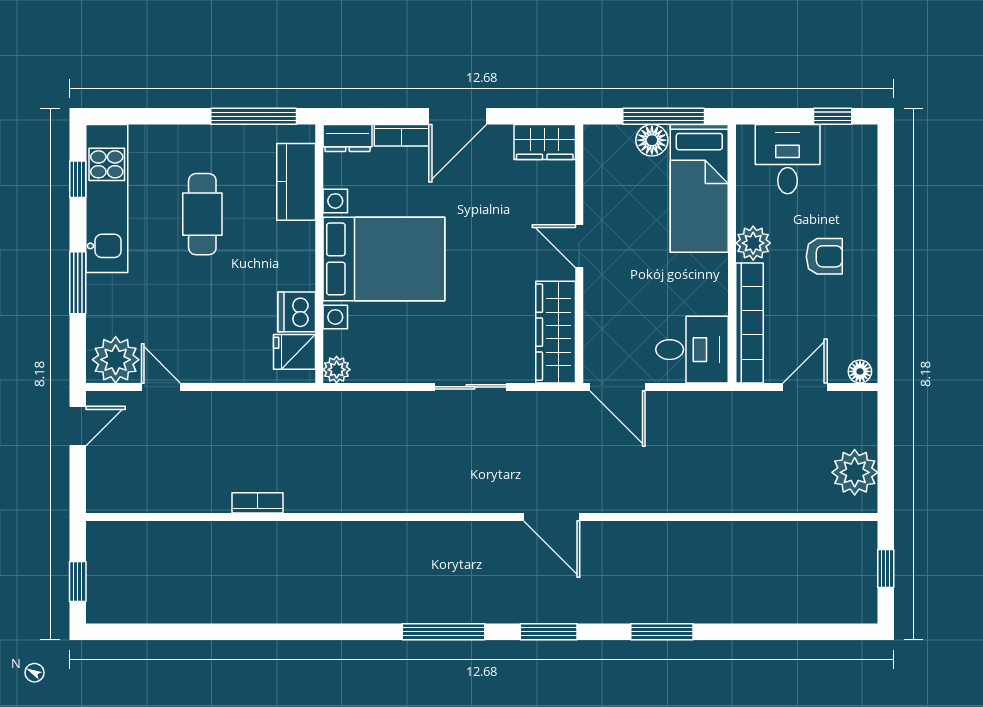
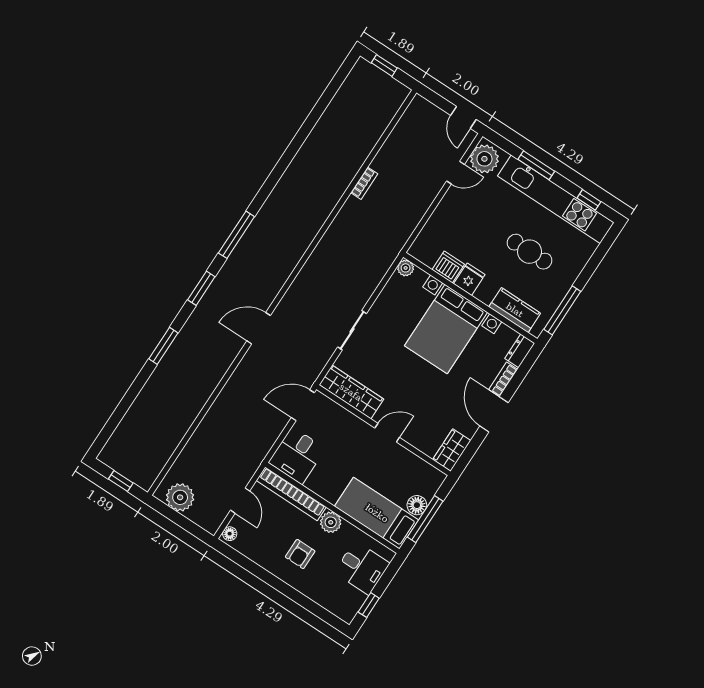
kitchen unit: (107, 198) -> (556, 199), width x1.36
fridge: (294, 352) -> (469, 279), moved

